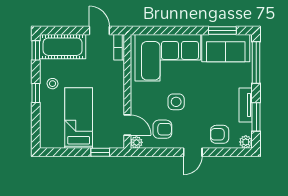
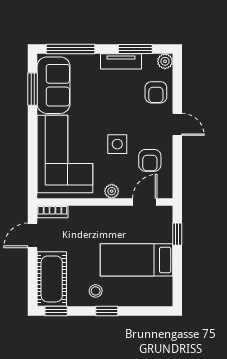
armchair: (162, 129) -> (150, 160), turned 180
plant: (136, 142) -> (112, 191), moved

